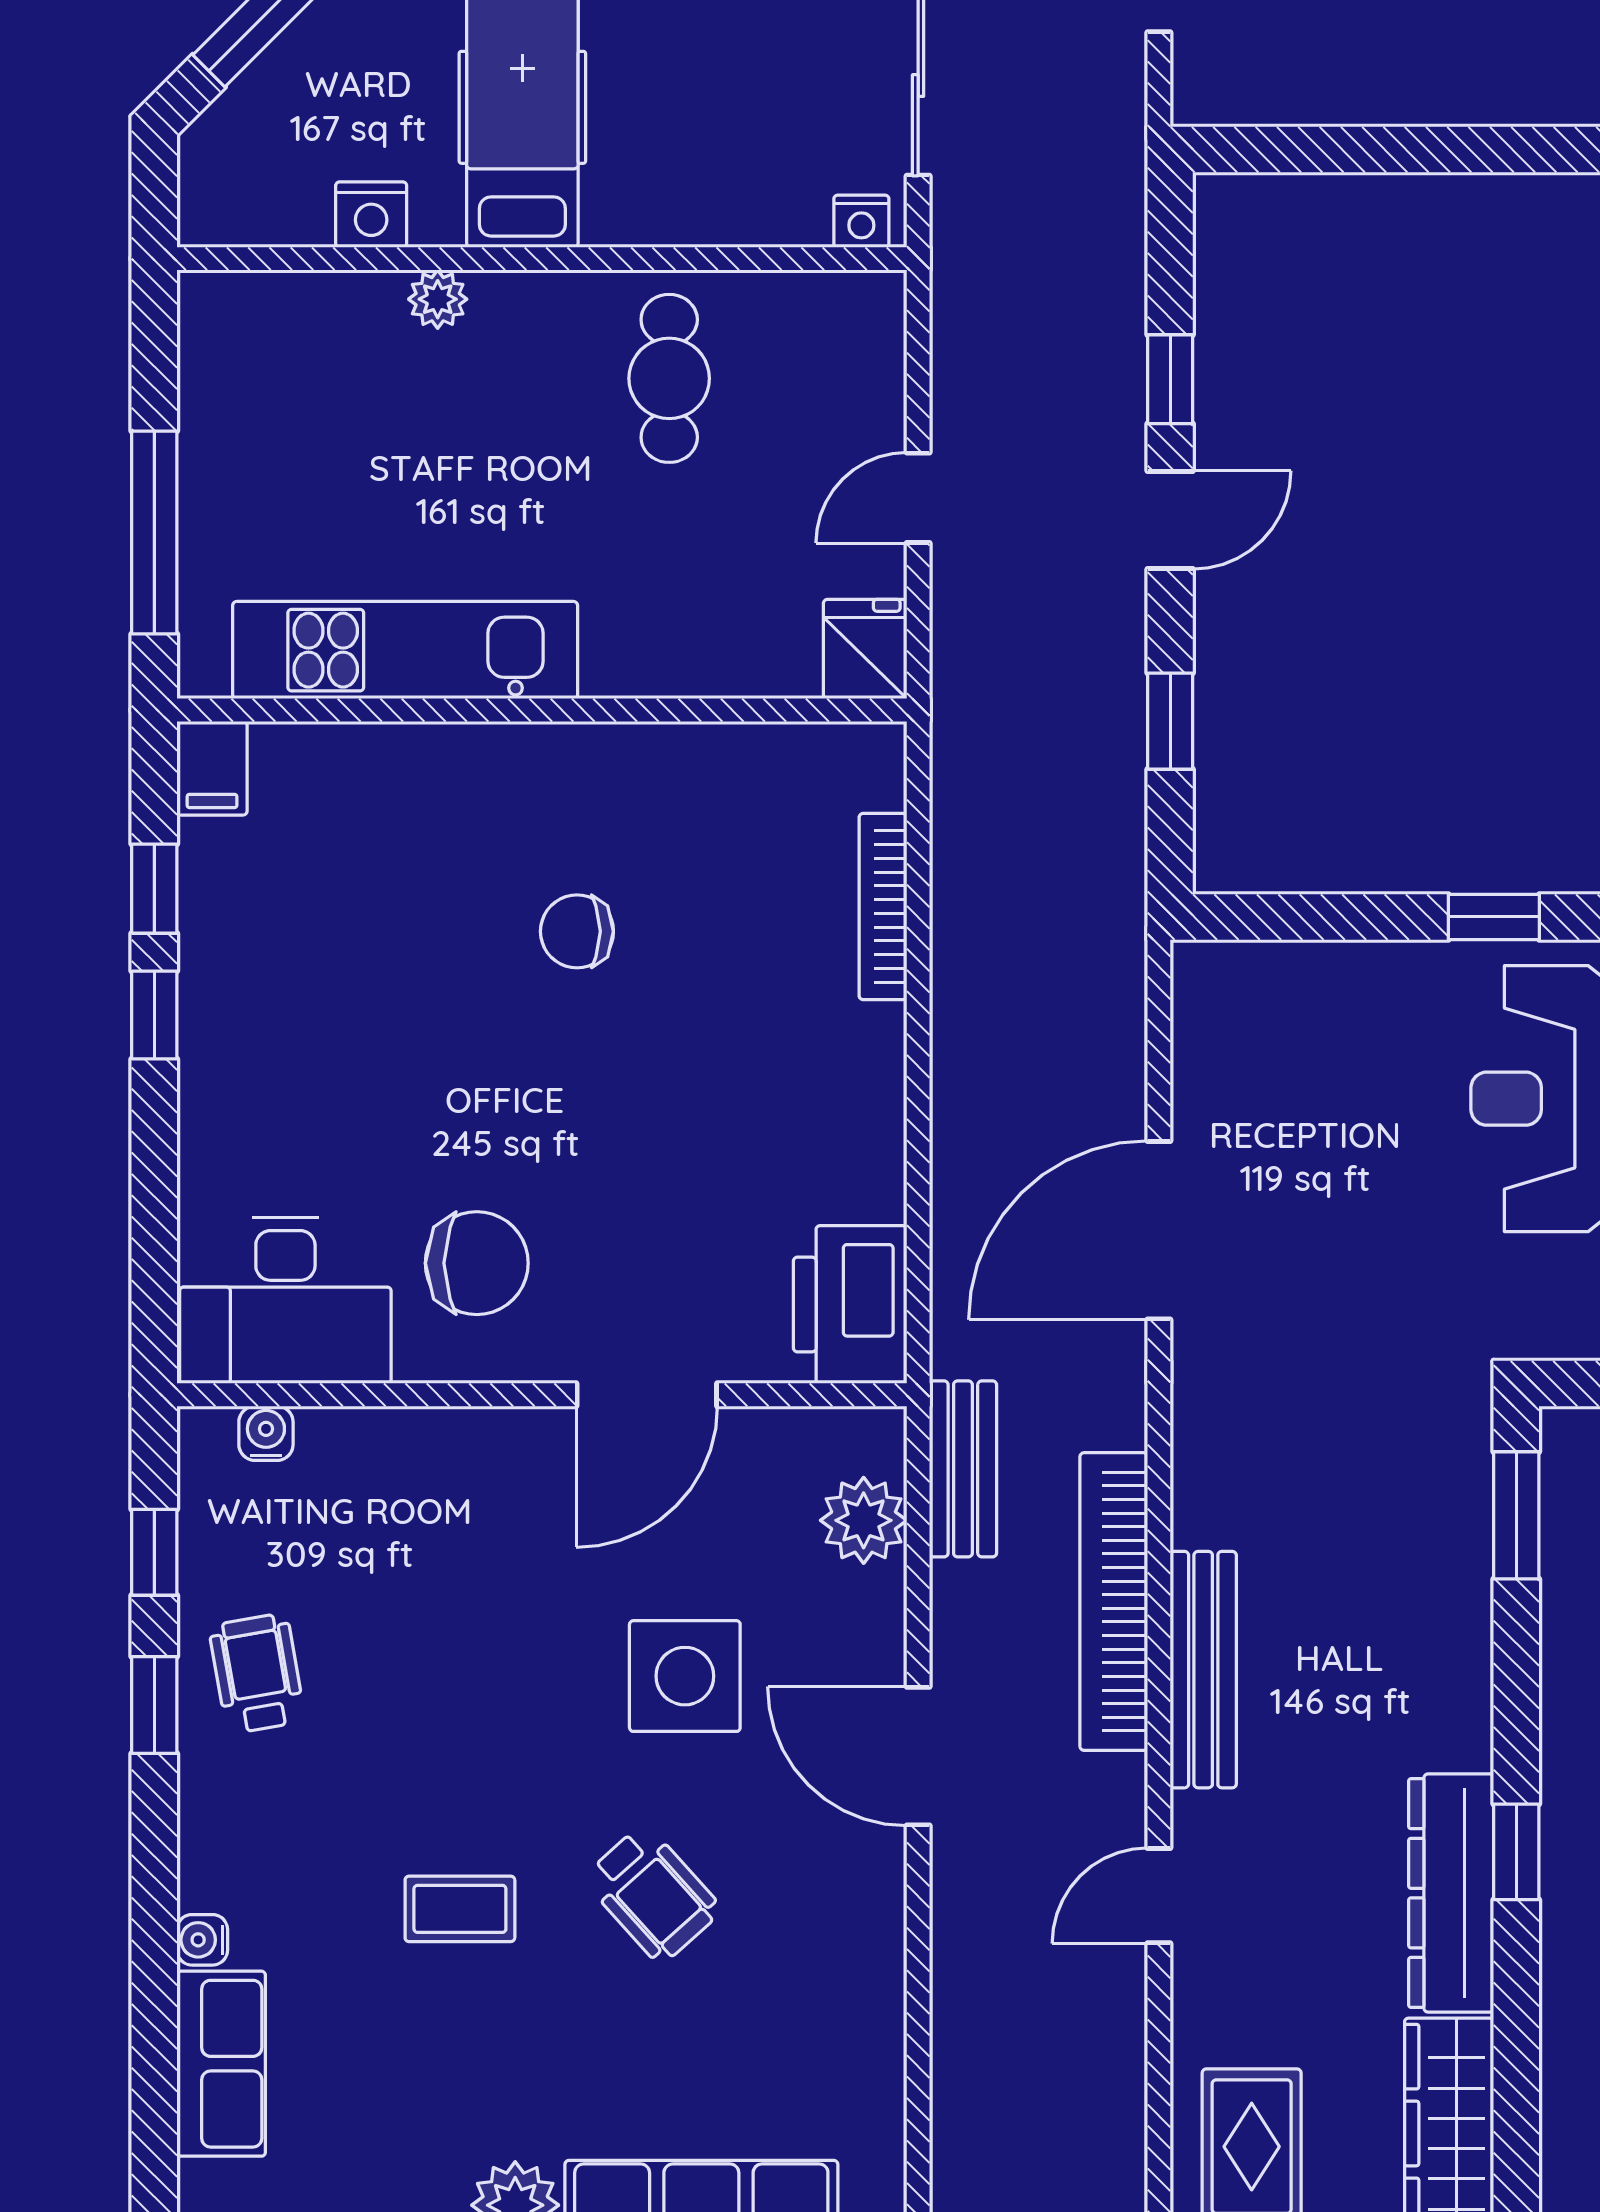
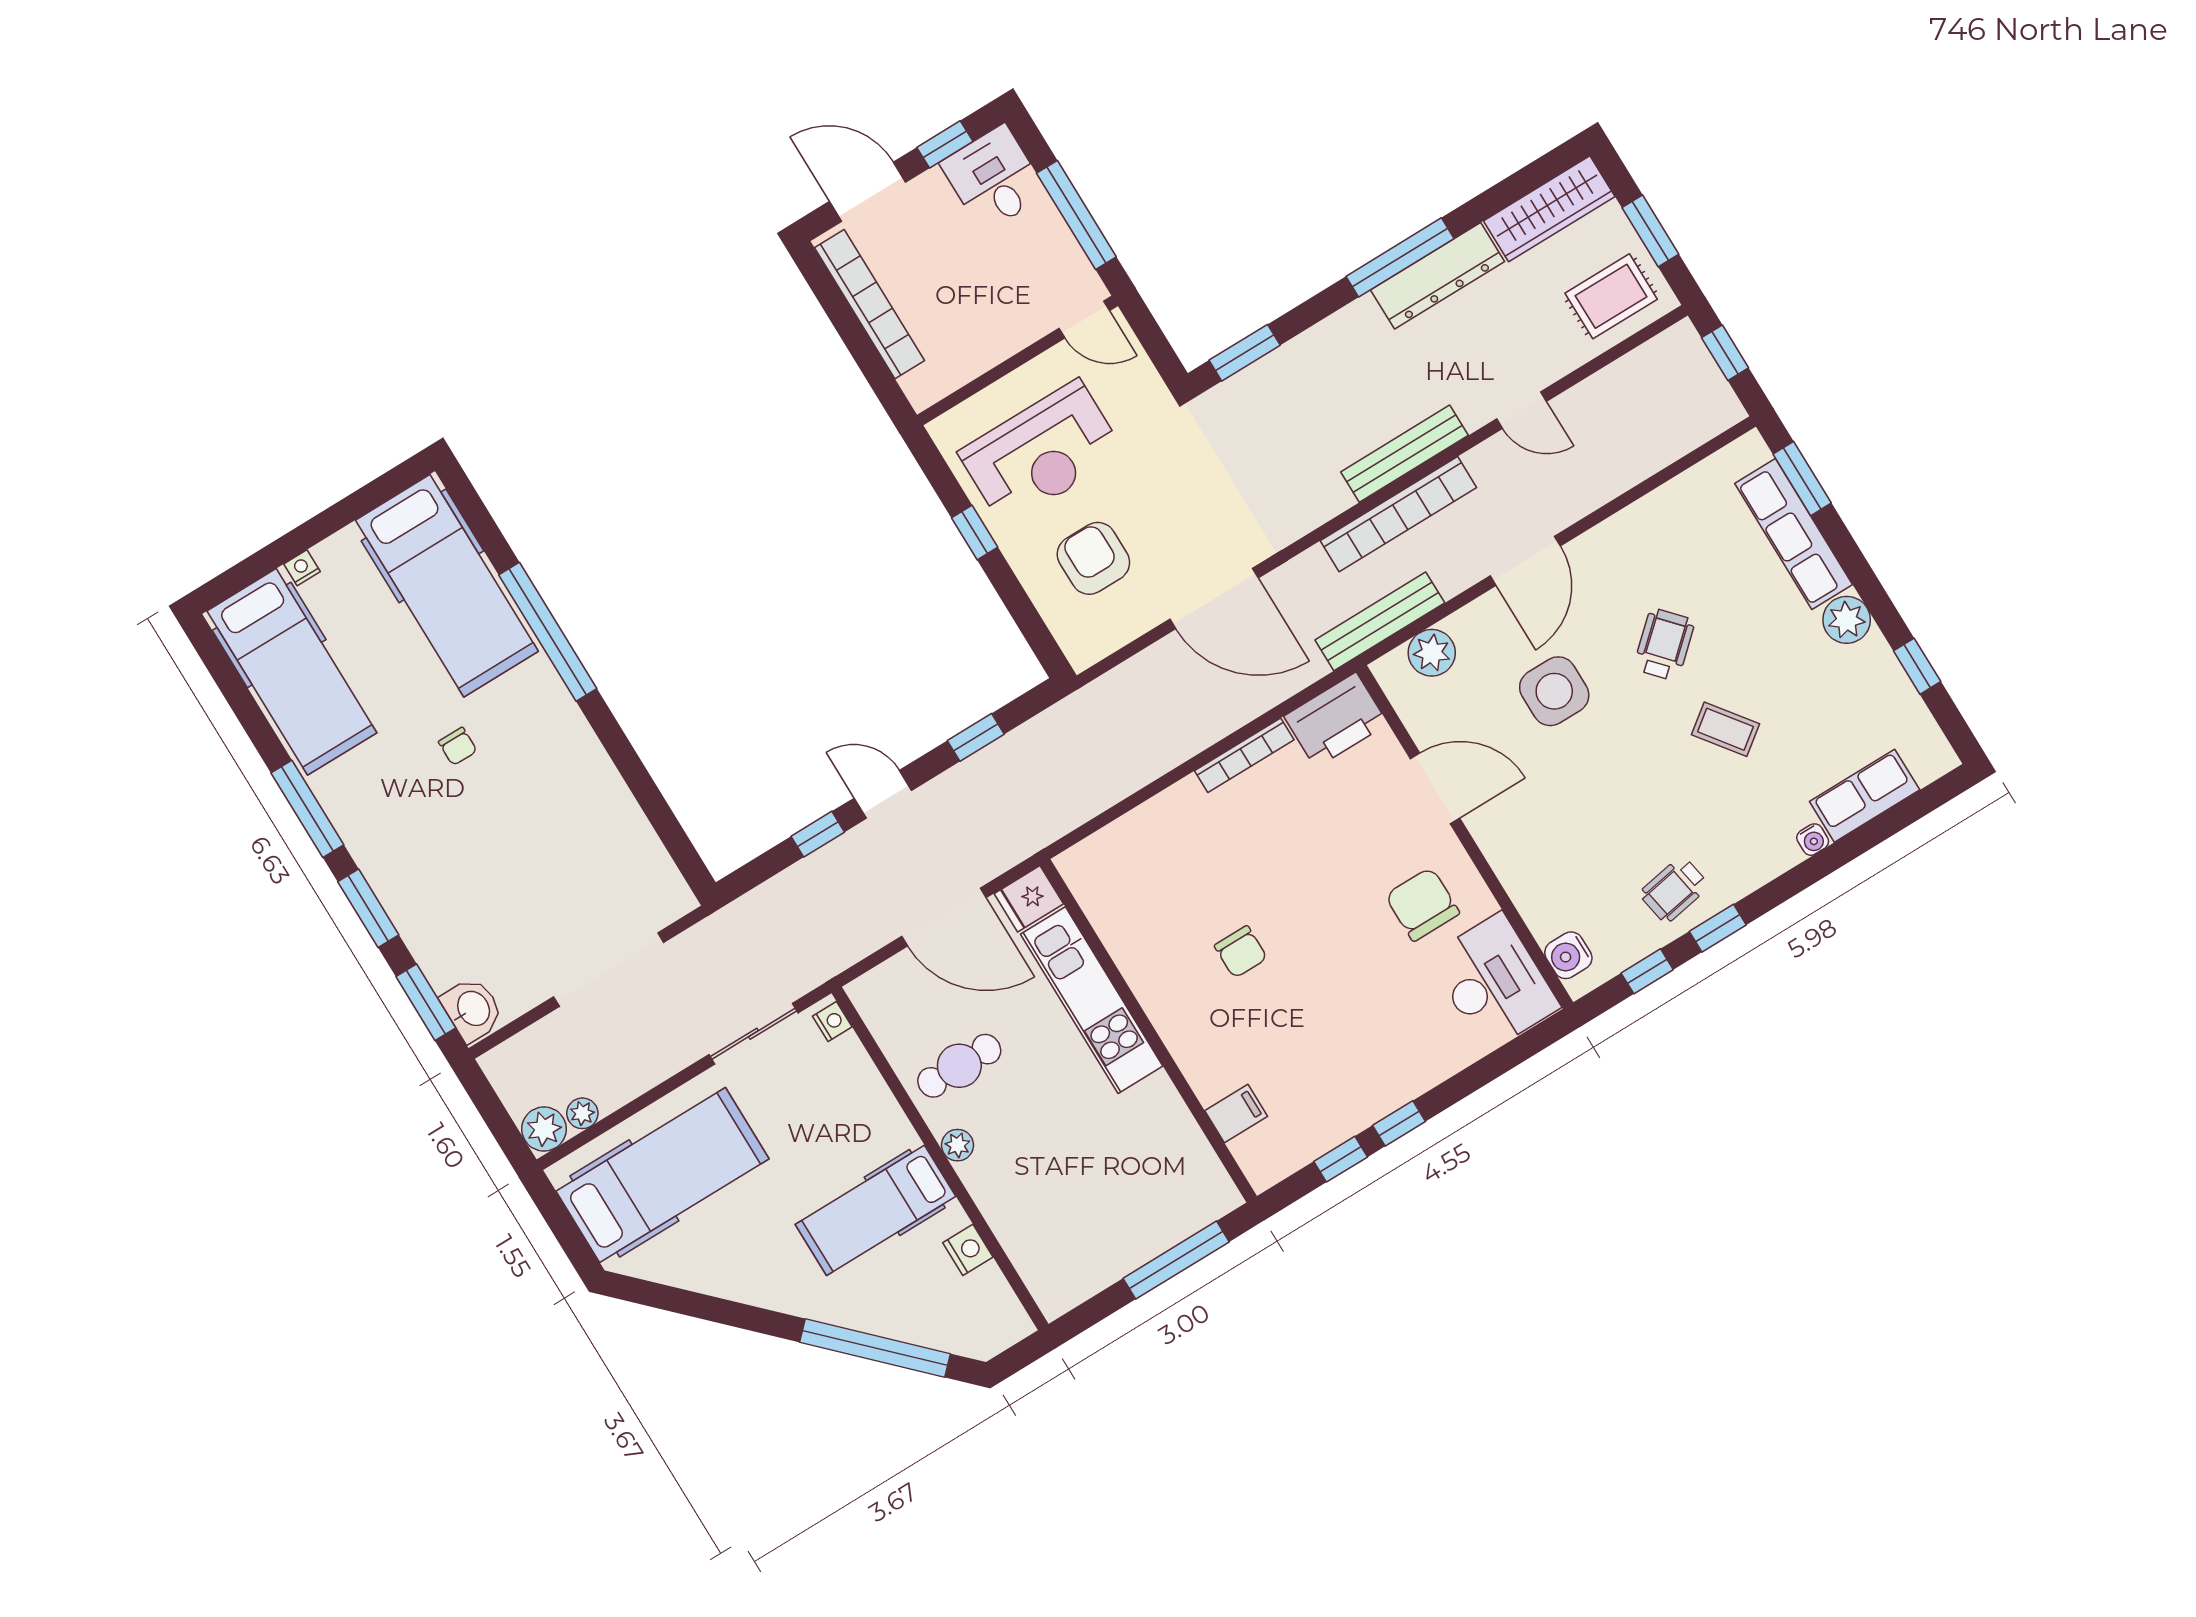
plant: (438, 299) -> (958, 1145), moved
door: (918, 498) -> (944, 917), width x1.88
kitchen unit: (405, 650) -> (1092, 1000), moved
filing cabinet: (212, 768) -> (1236, 1113), moved
bookcase: (883, 907) -> (1244, 755), moved
armchair: (1338, 1079) -> (1093, 558), added
water cooler: (266, 1433) -> (1568, 955), width x1.38, depth x1.38
bench: (963, 1469) -> (1380, 621), width x1.36
window: (1516, 1852) -> (1400, 257), width x2.17
coffee table: (460, 1909) -> (1725, 729), turned -37

